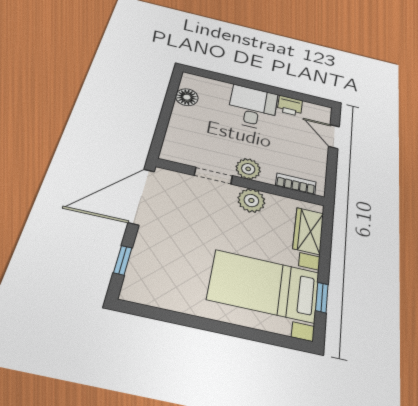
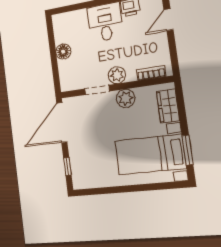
floor lamp: (187, 97) -> (63, 52), moved
door: (334, 137) -> (169, 20), hinge flipped
window: (322, 297) -> (188, 150), width x1.50

